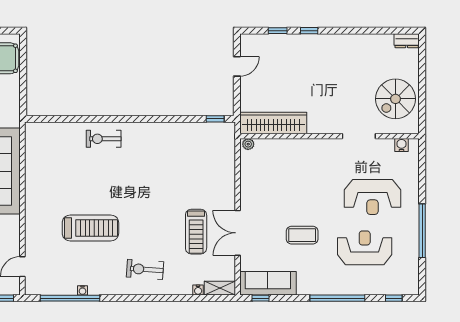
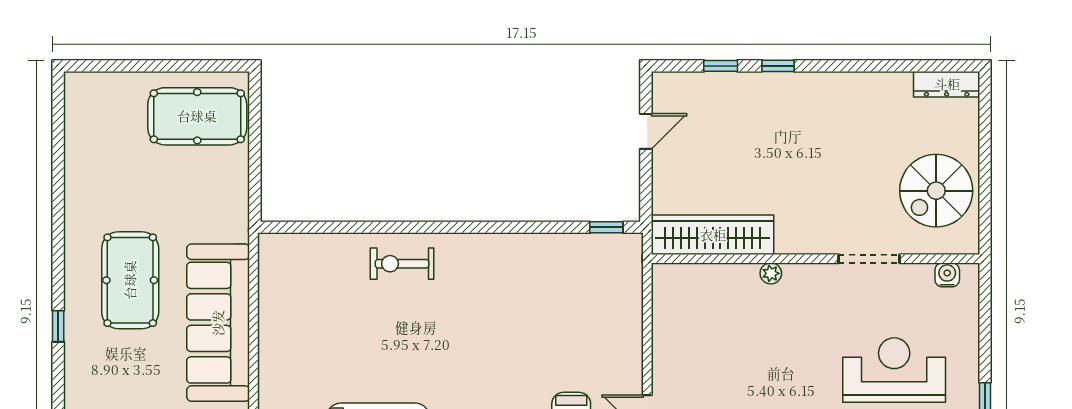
dresser: (407, 41) -> (947, 84), width x1.44
plant: (248, 144) -> (771, 273), moved
reception desk: (373, 197) -> (894, 370), turned 180

